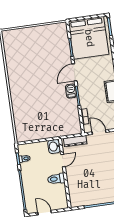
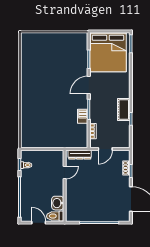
barbecue: (71, 91) -> (83, 116), moved
door: (99, 132) -> (105, 149), swing flipped
washbasin: (54, 146) -> (58, 203), moved
toilet: (56, 179) -> (55, 216), moved

